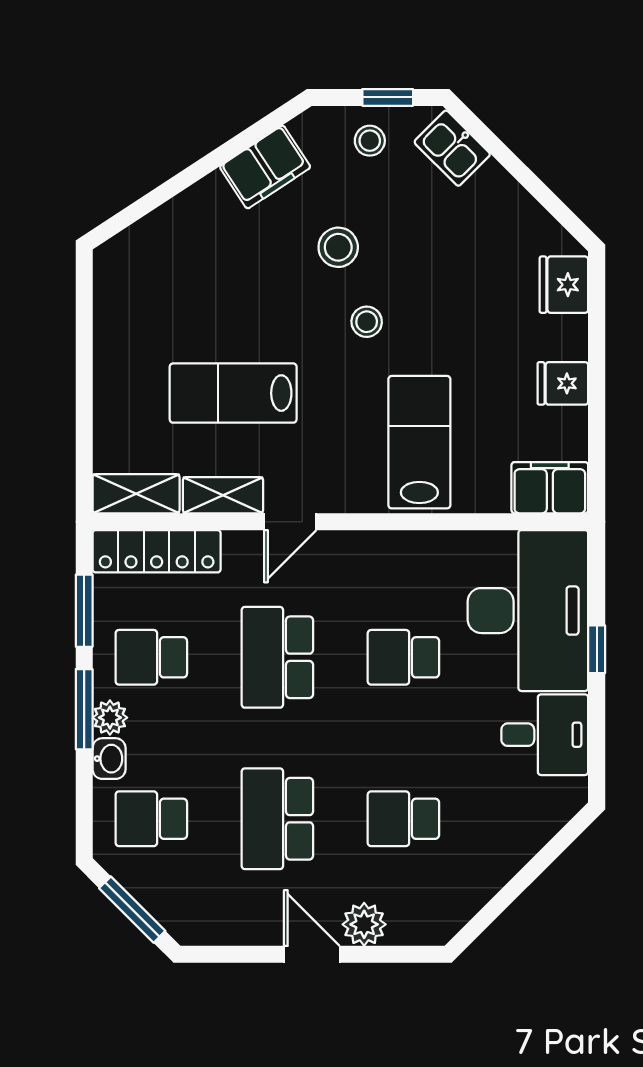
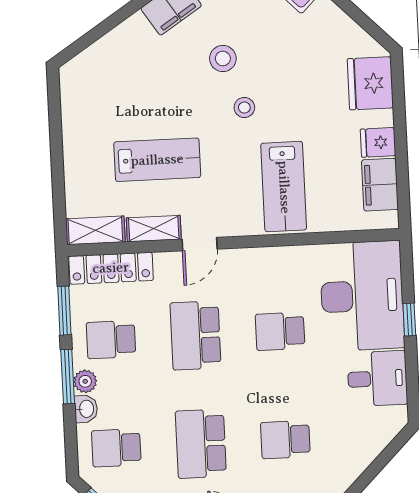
fridge: (564, 285) -> (370, 83), width x1.36, depth x1.34
lab bench: (233, 393) -> (157, 160), turned 180
lab bench: (419, 442) -> (284, 187), turned 180
filing cabinet: (550, 488) -> (380, 185), moved, turned -90

